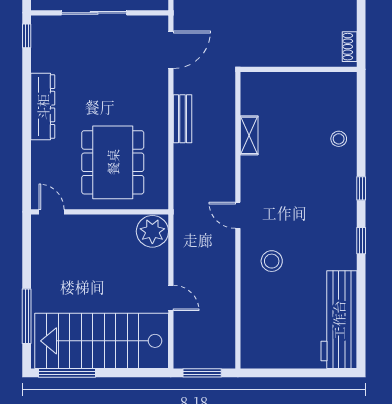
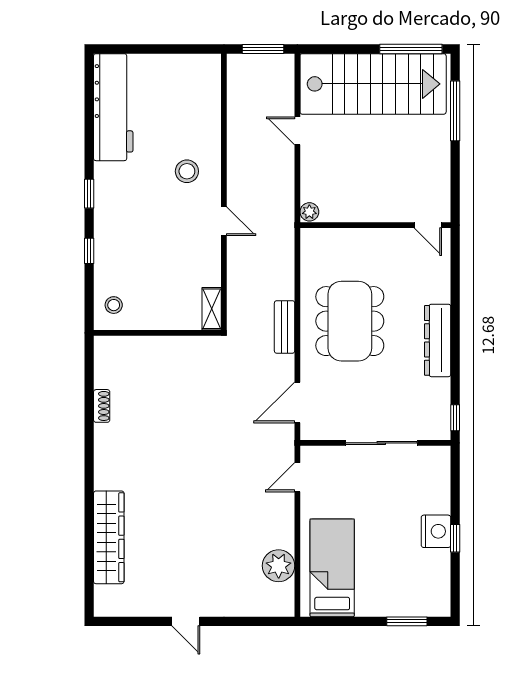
wall: (299, 69) -> (157, 333), moved
dining table: (113, 162) -> (350, 321), moved
plant: (152, 231) -> (309, 212), width x0.53, depth x0.53

